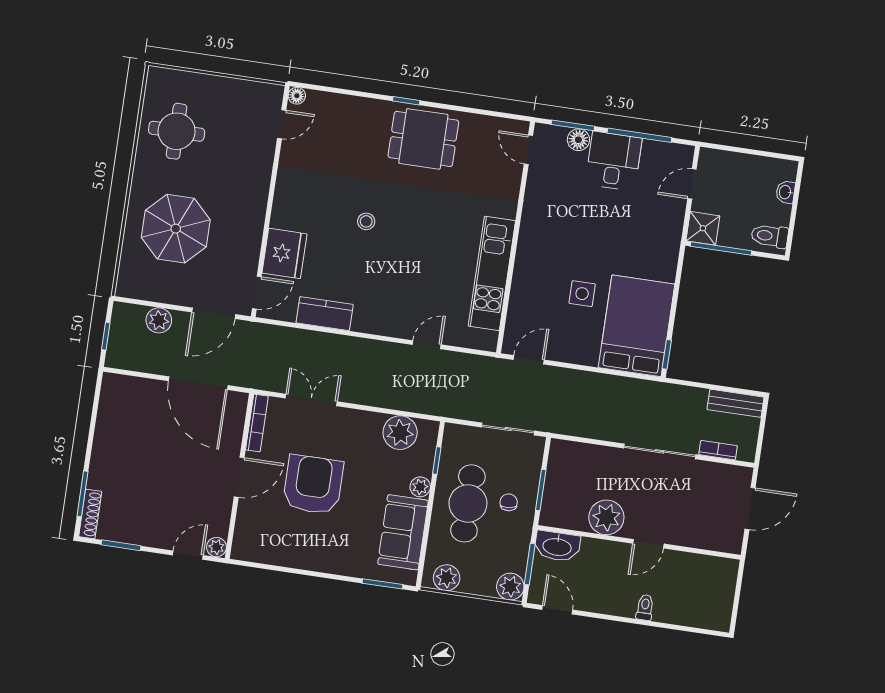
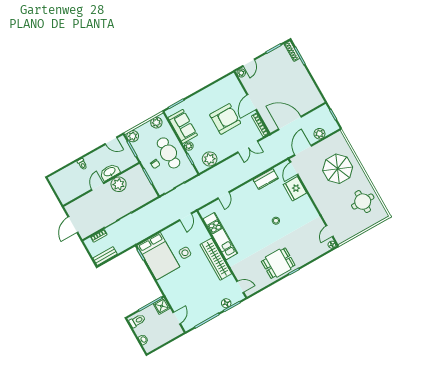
desk: (614, 161) -> (209, 305), removed
wardrobe: (534, 237) -> (216, 259), added
armchair: (313, 485) -> (225, 119), turned -90
washbasin: (557, 546) -> (110, 172), moved

